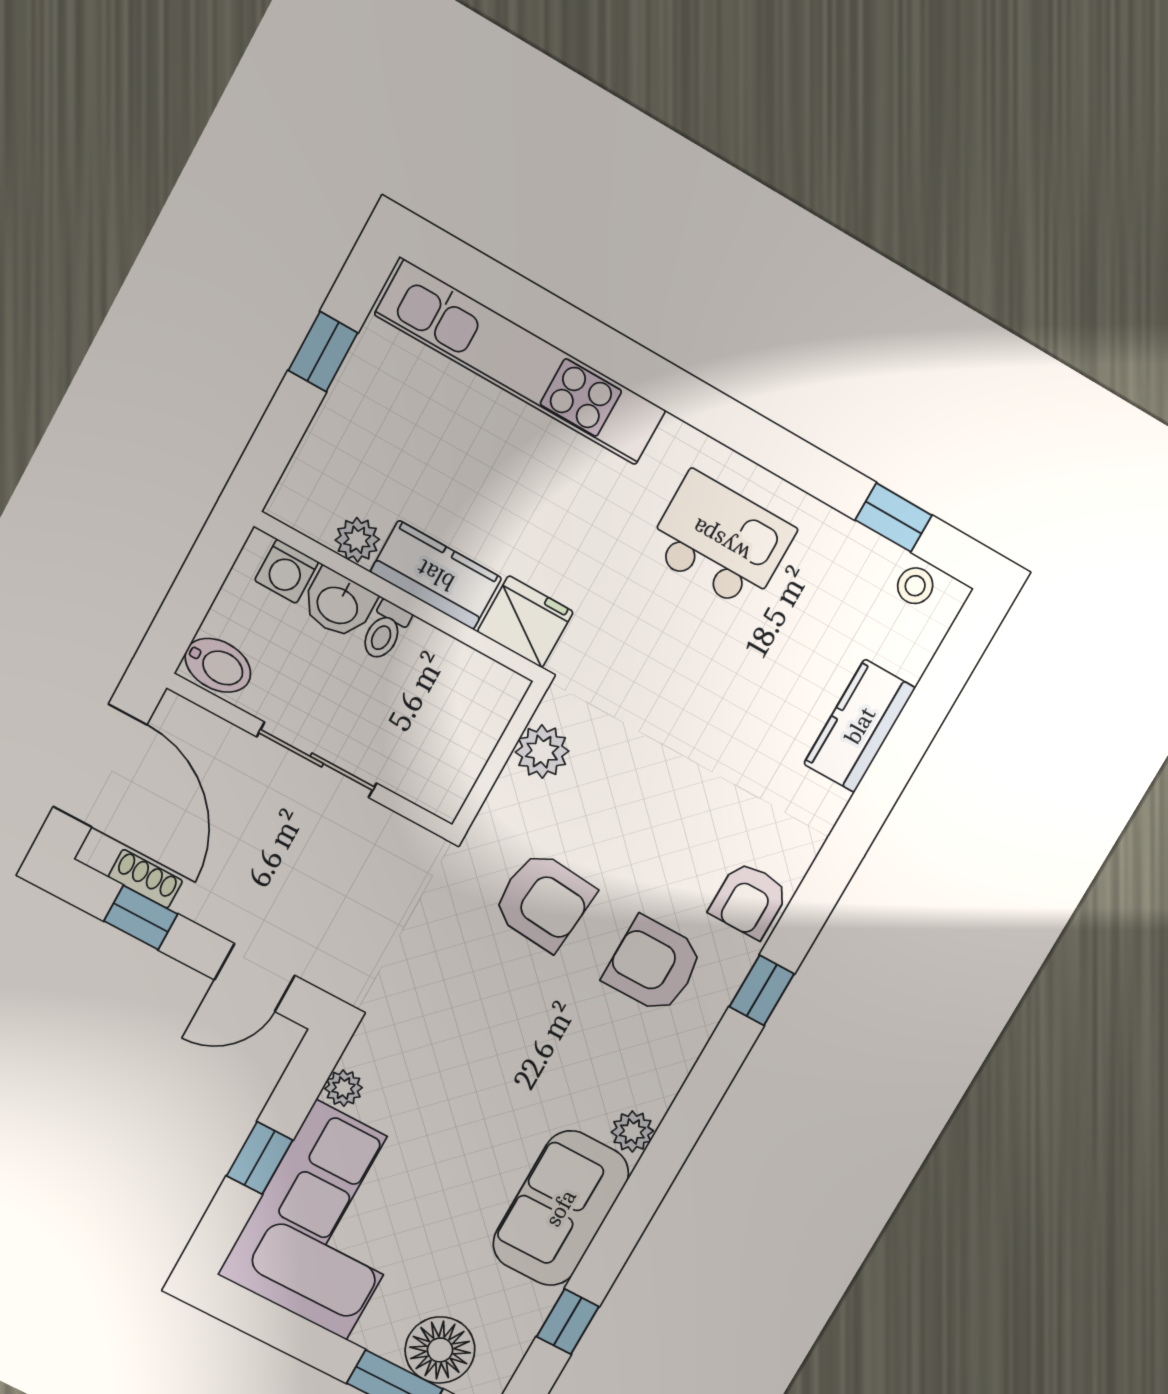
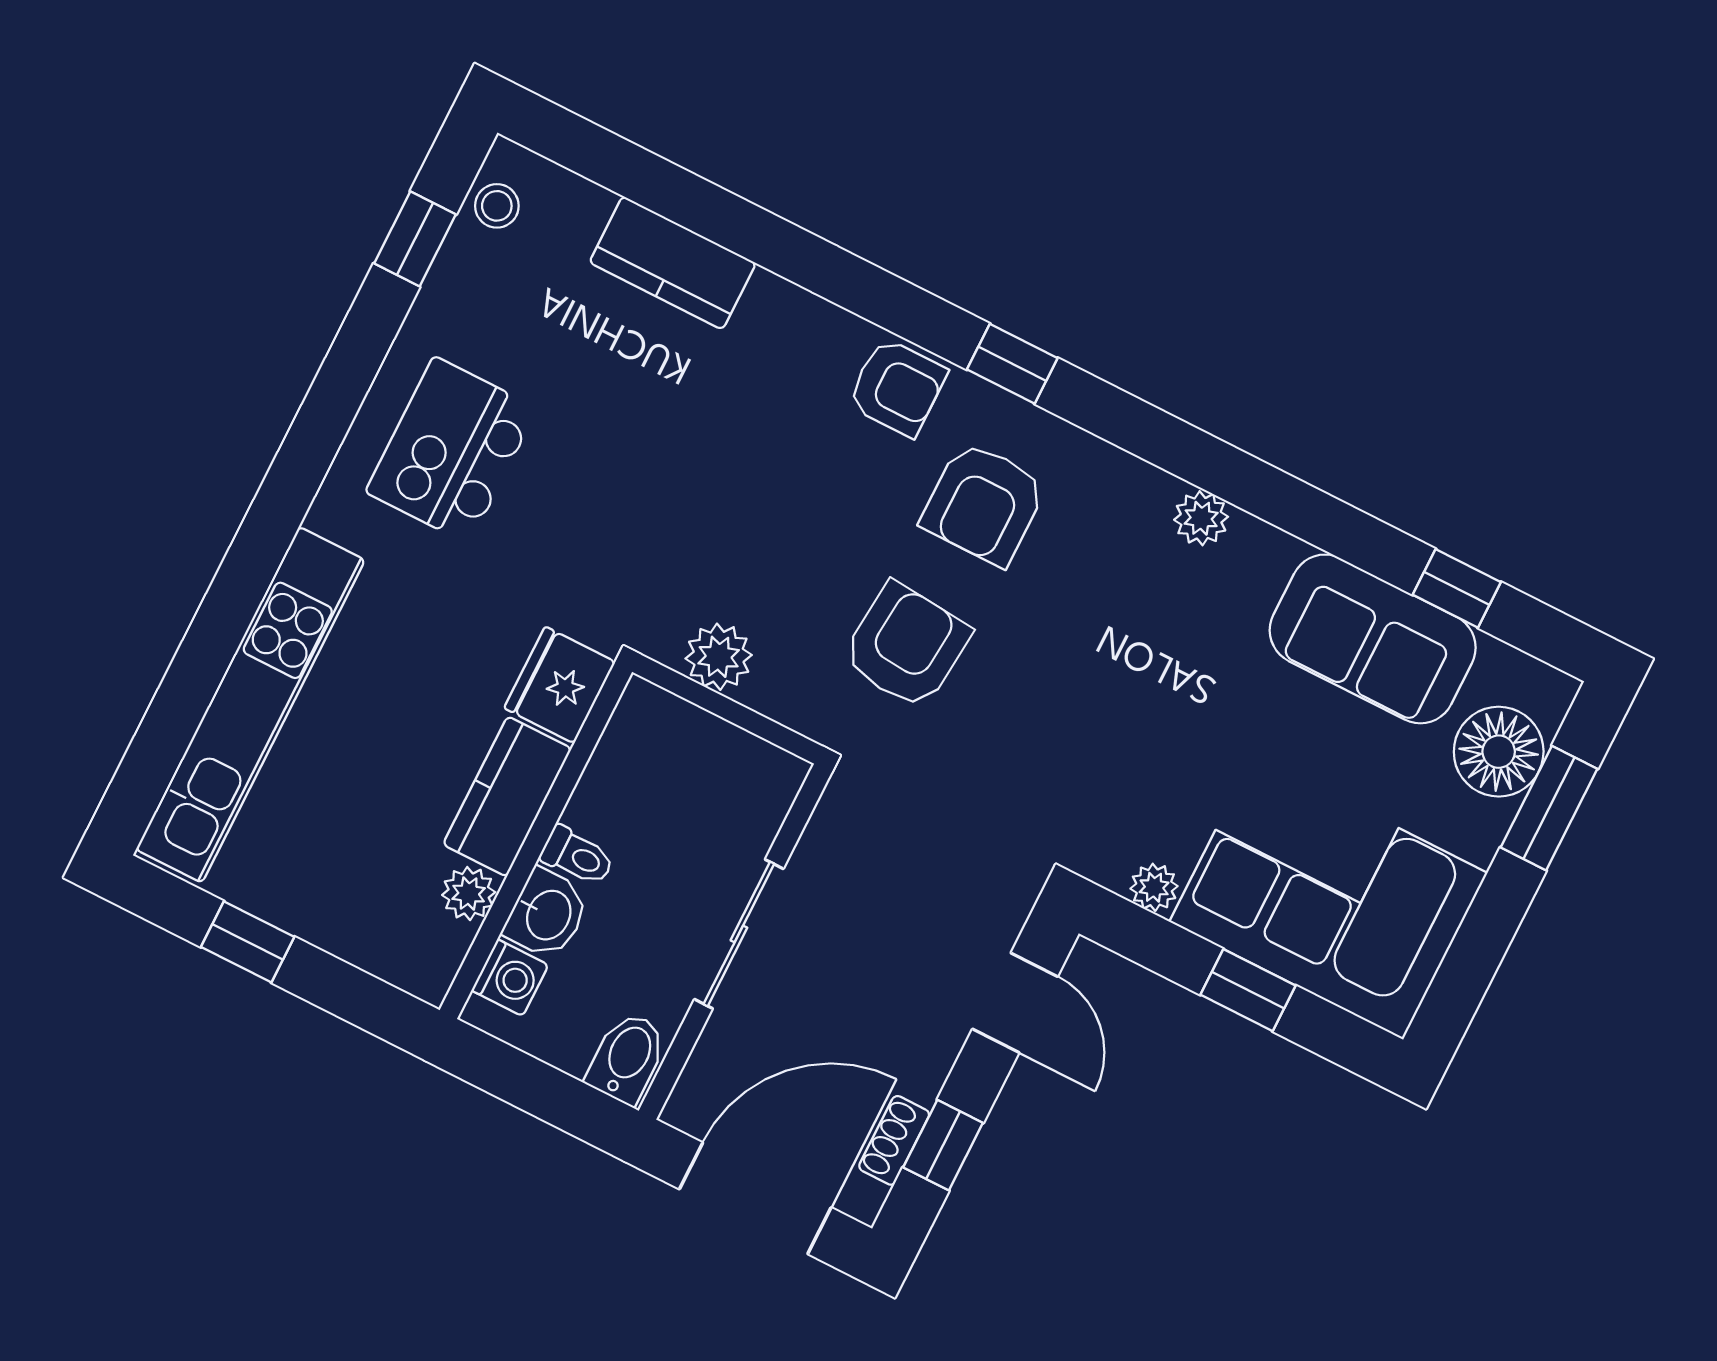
sofa: (561, 1208) -> (1373, 639), moved

